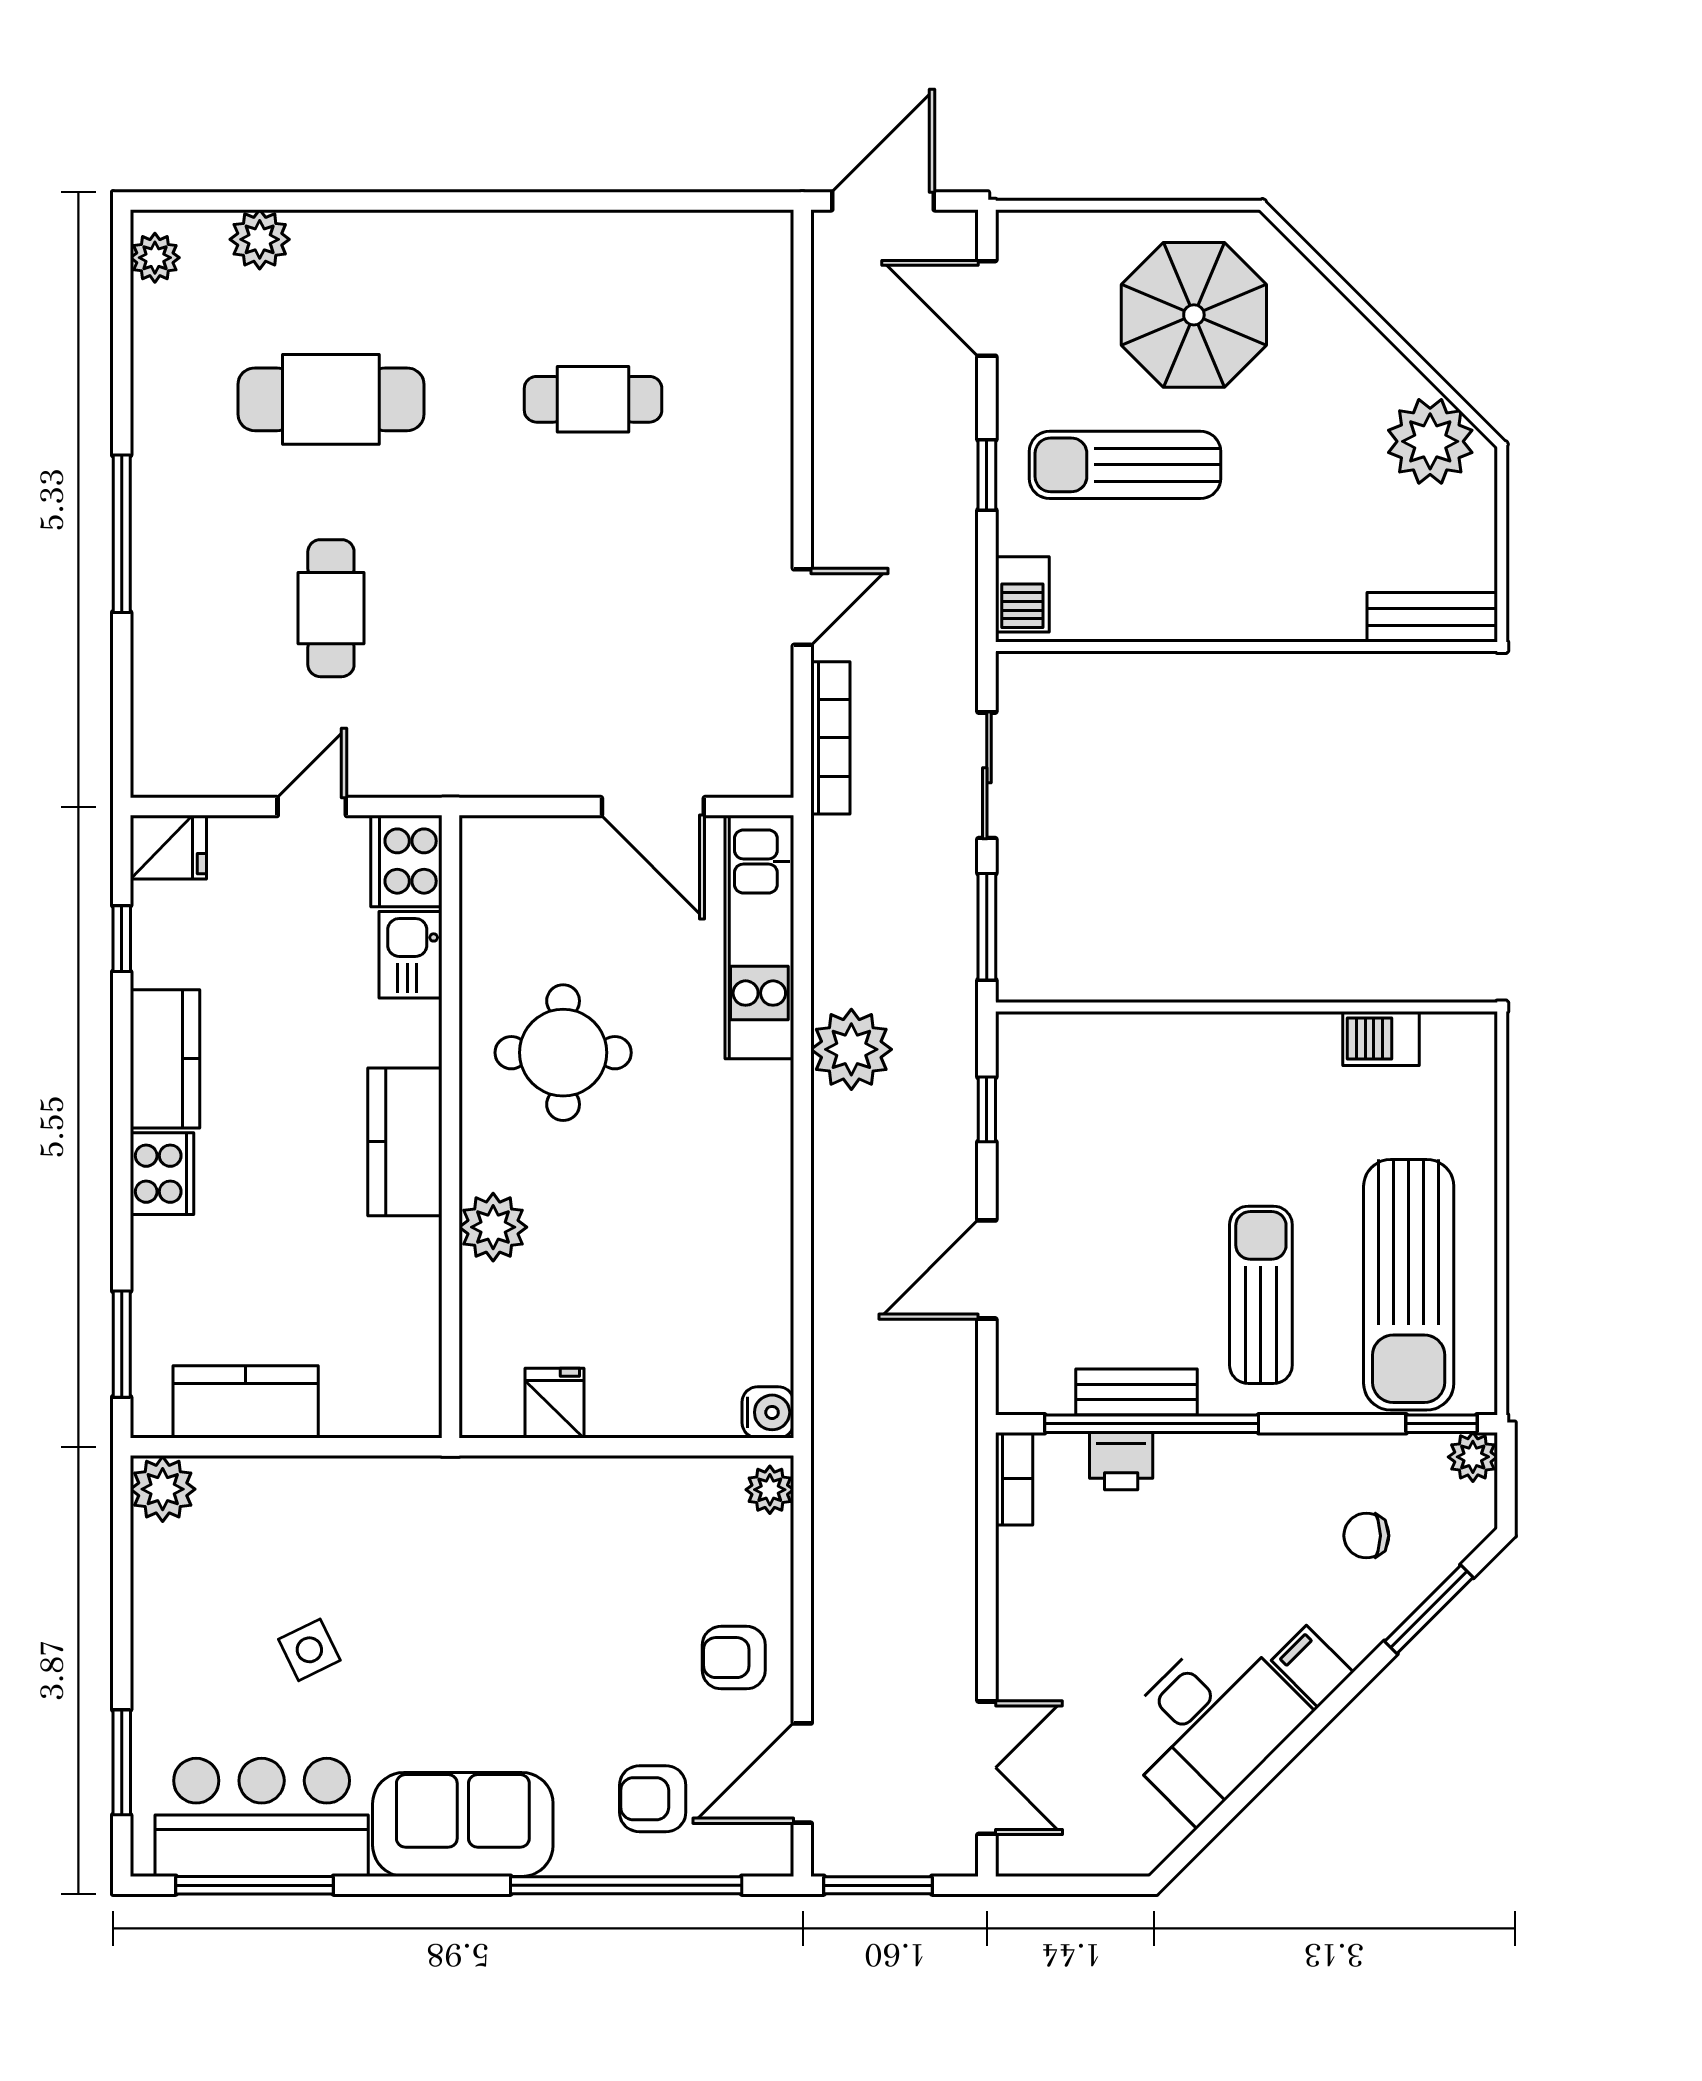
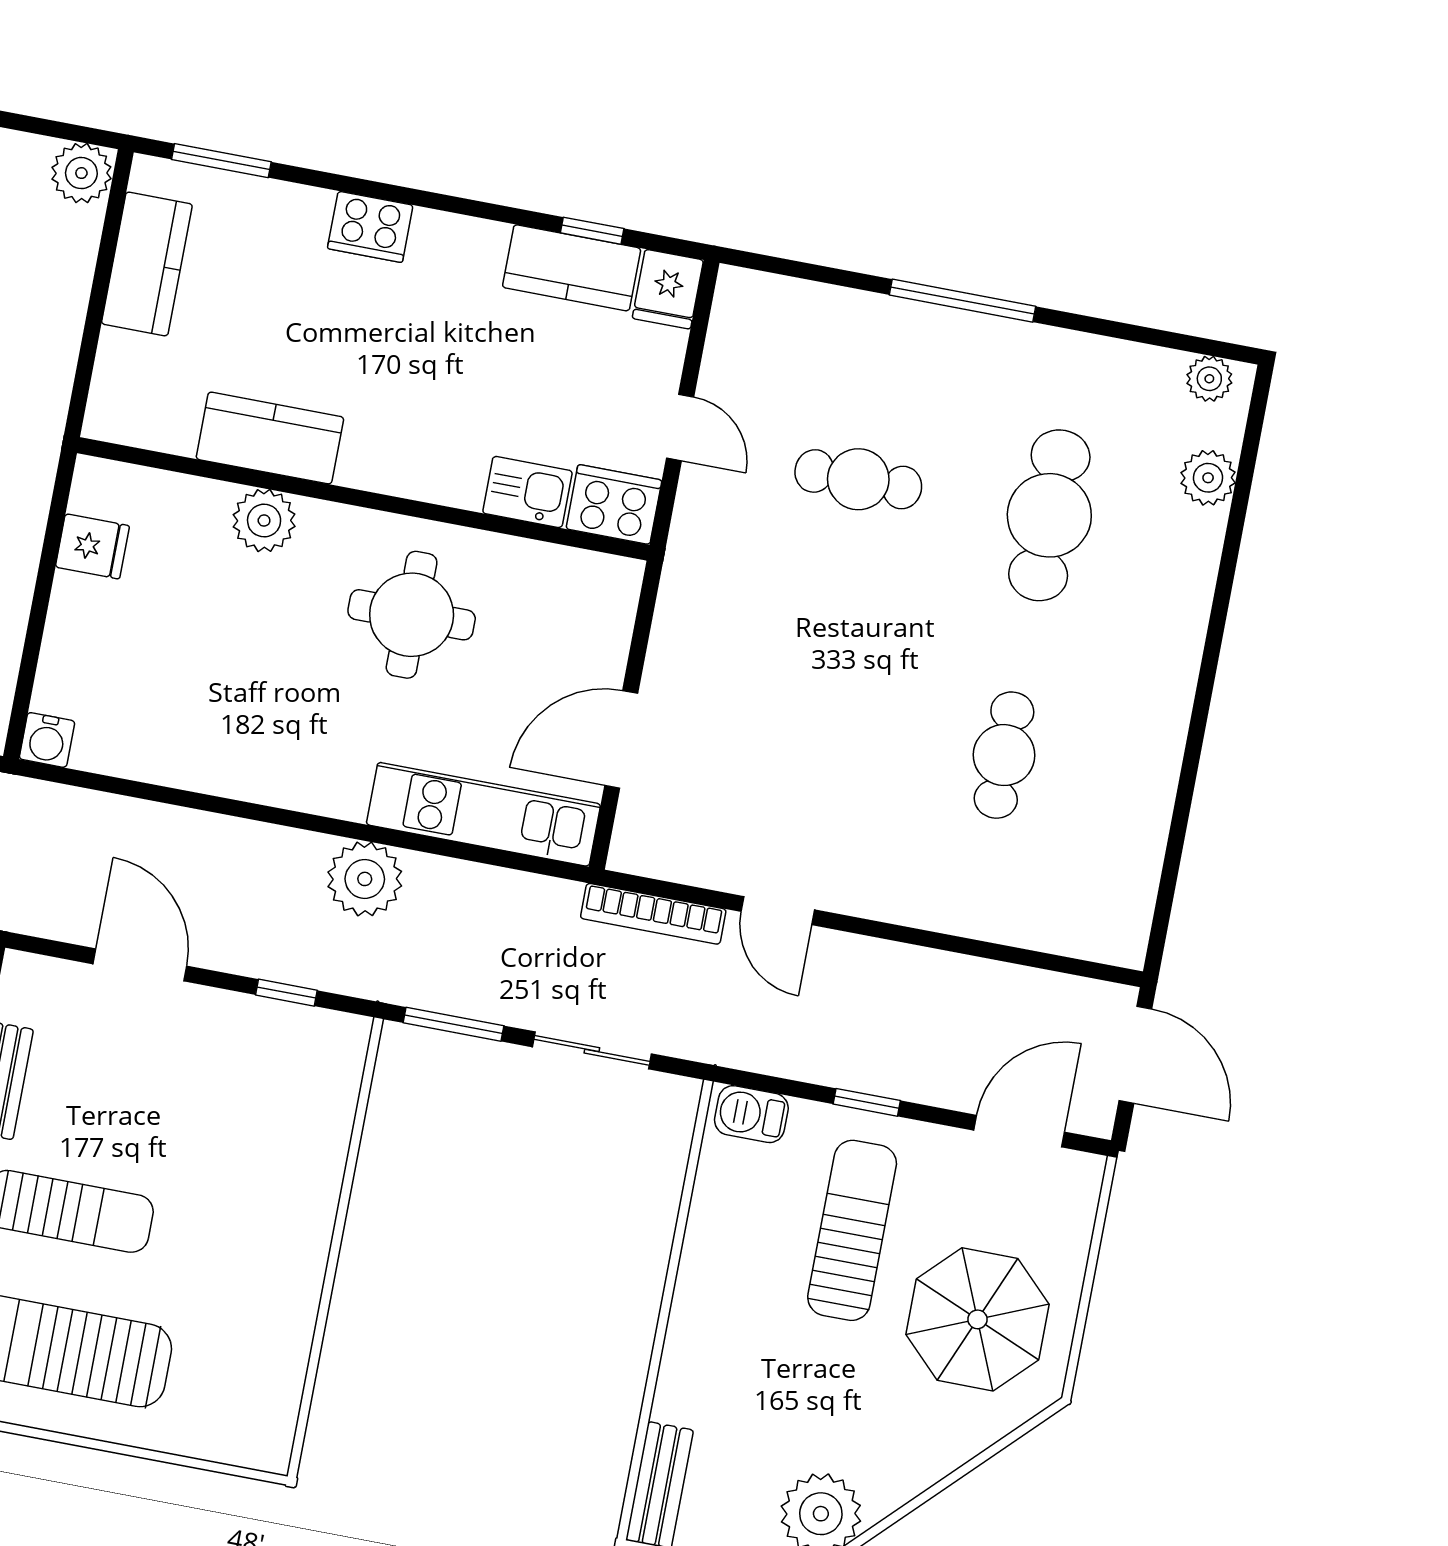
barbecue: (1381, 1038) -> (283, 1365), removed
kitchen counter: (165, 1059) -> (572, 268), moved
kitchen counter: (405, 1142) -> (270, 438), moved

